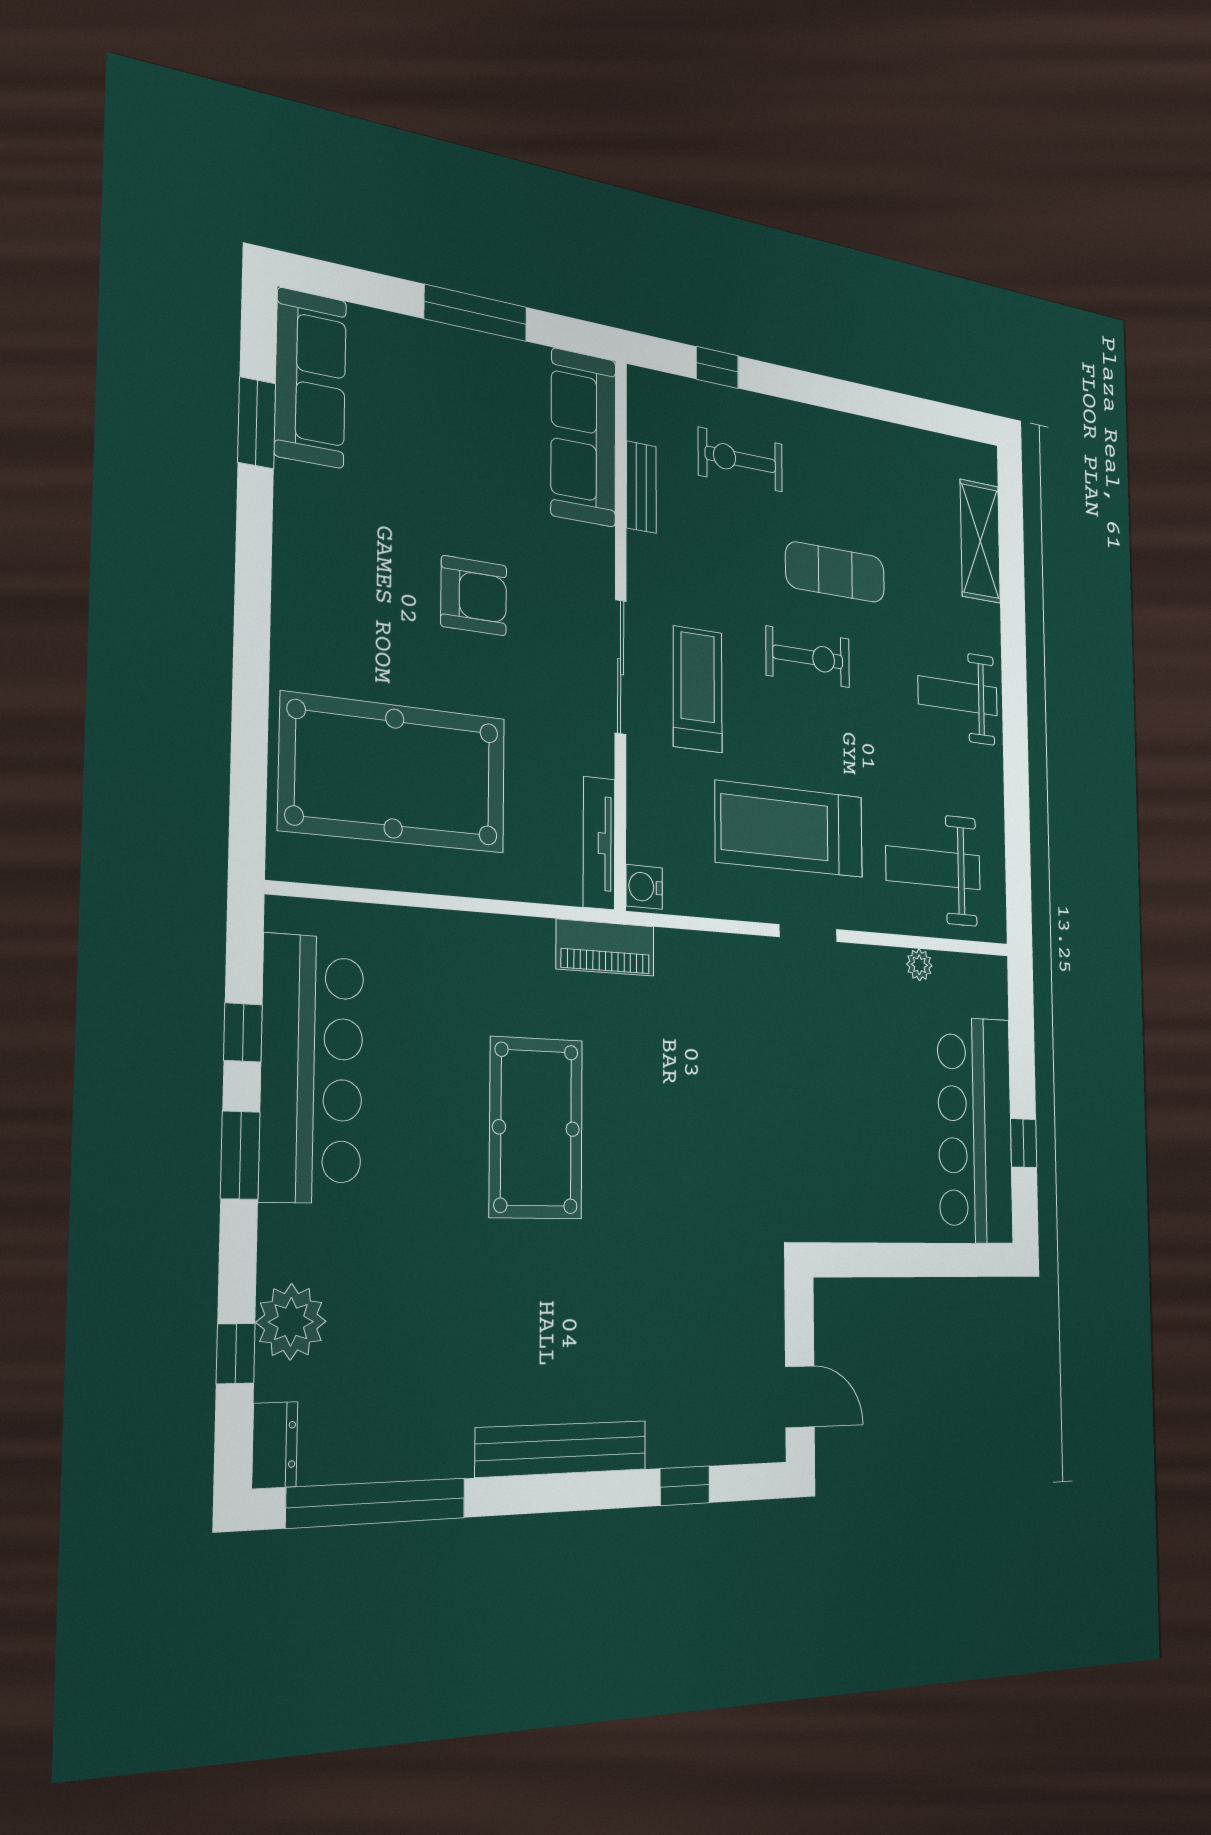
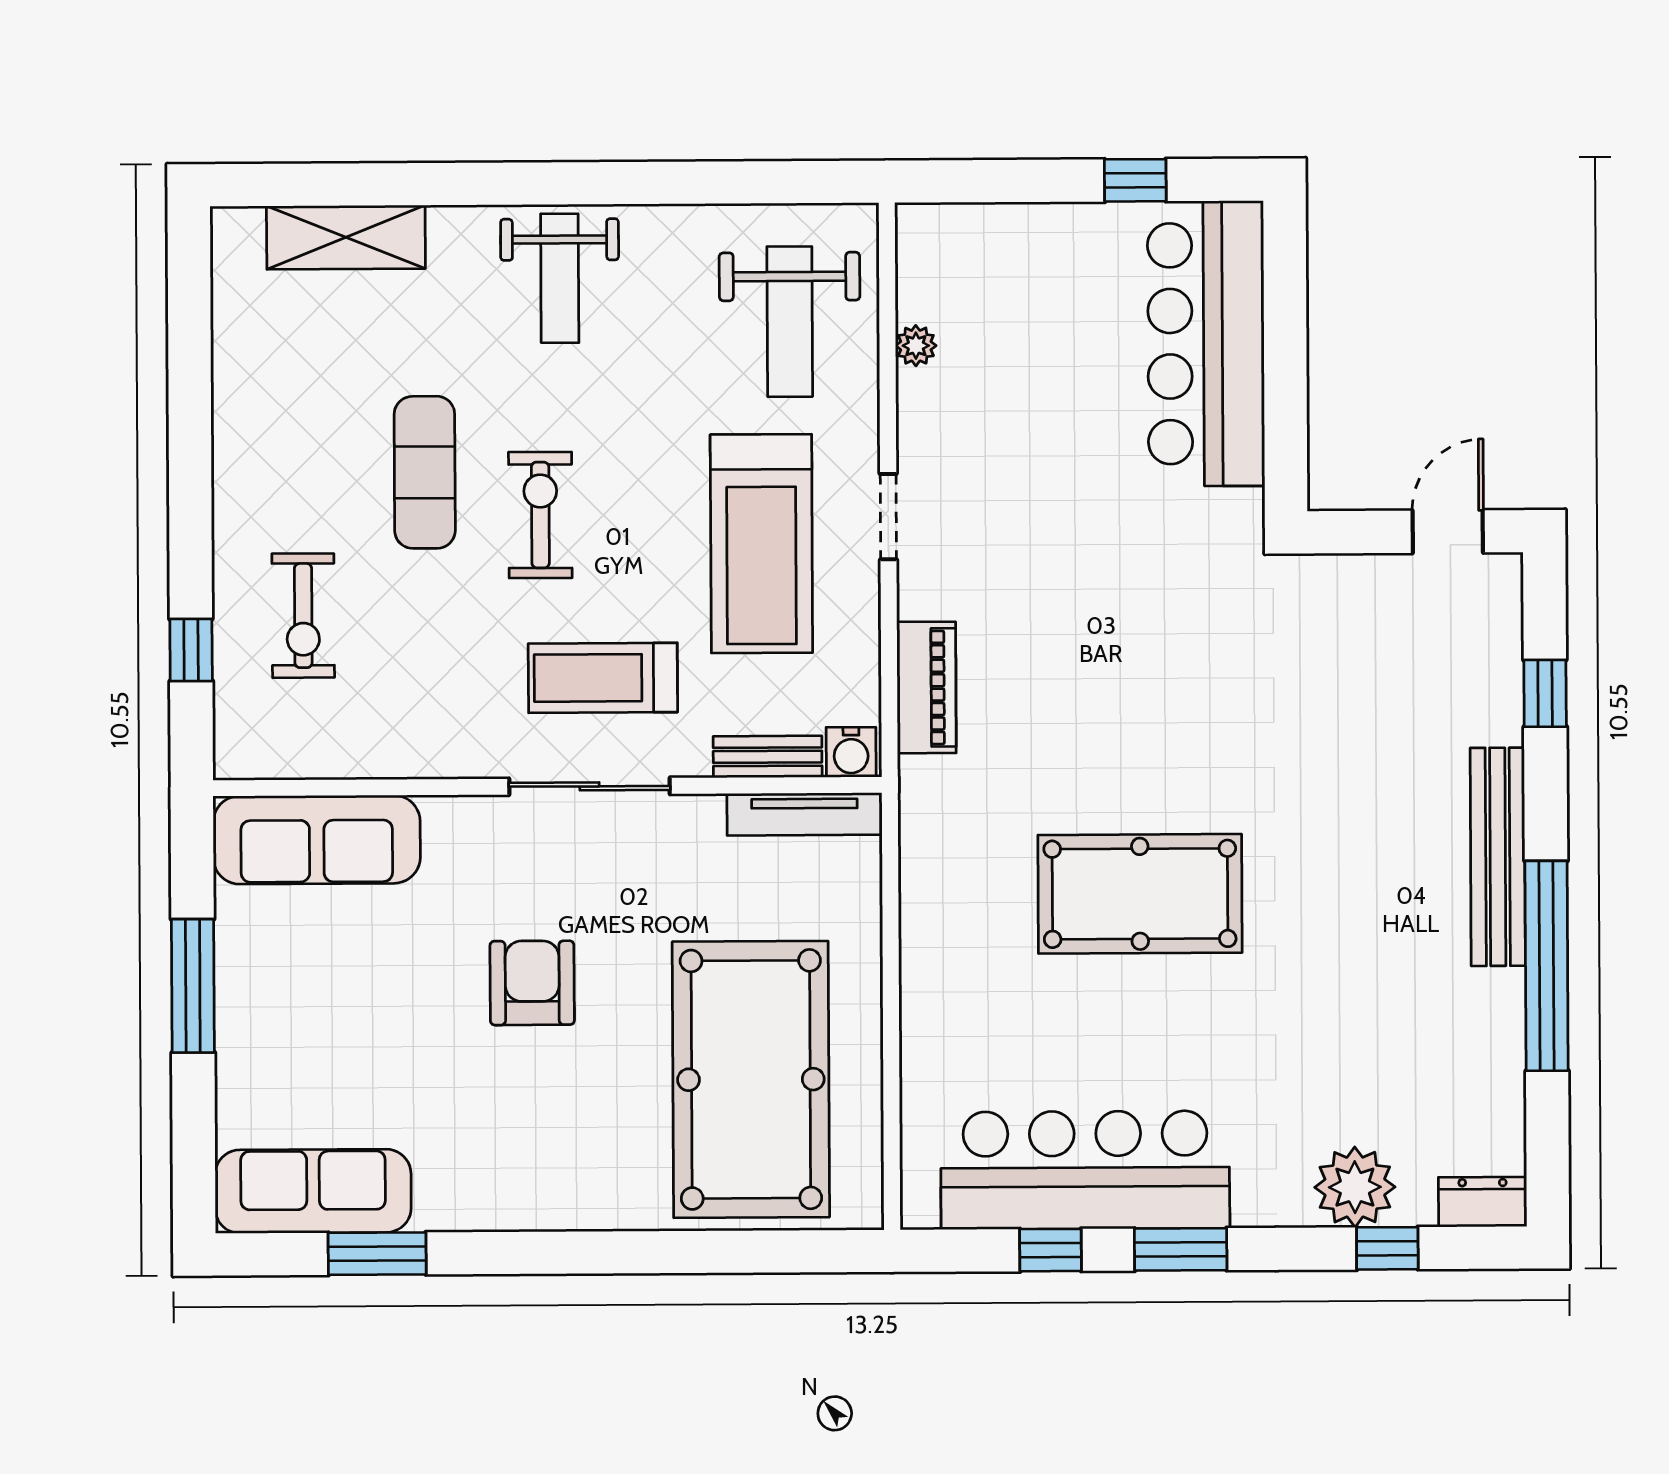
bench: (641, 487) -> (768, 757), moved
piano: (605, 948) -> (927, 687), moved
bar counter: (975, 1130) -> (1206, 344), moved, turned 90
window: (377, 1503) -> (1547, 966), moved

